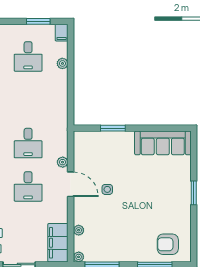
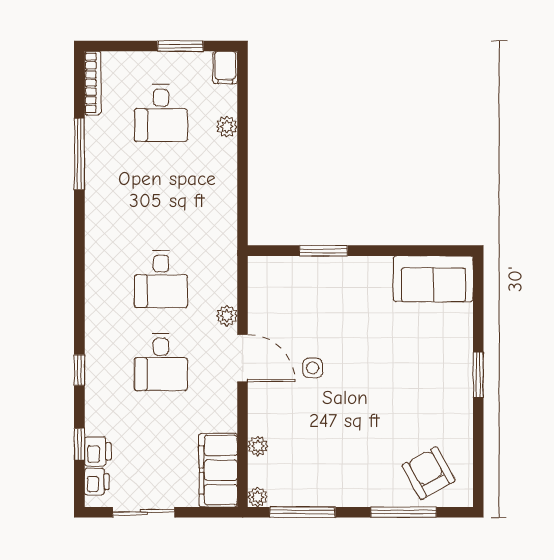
sofa: (163, 143) -> (433, 279), width x0.73
armchair: (168, 244) -> (429, 473), turned 61

